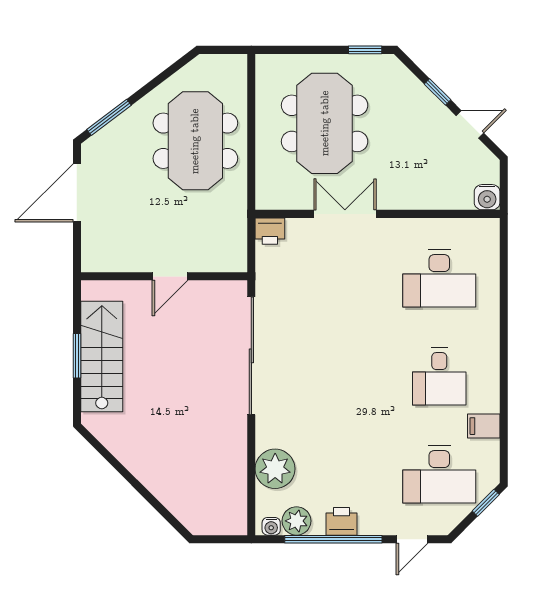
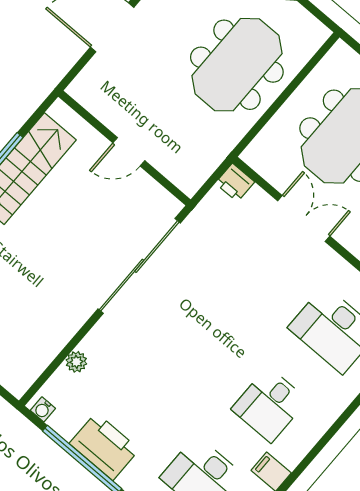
plant: (275, 469) -> (76, 362), width x0.53, depth x0.53
plant: (296, 521) -> (66, 422), removed
printer: (342, 521) -> (104, 446), width x1.87, depth x1.48

